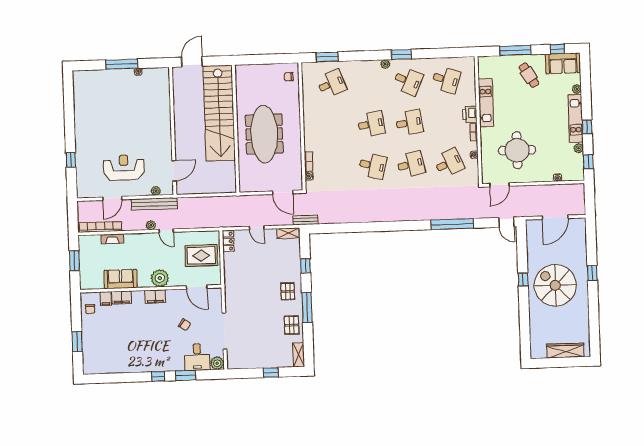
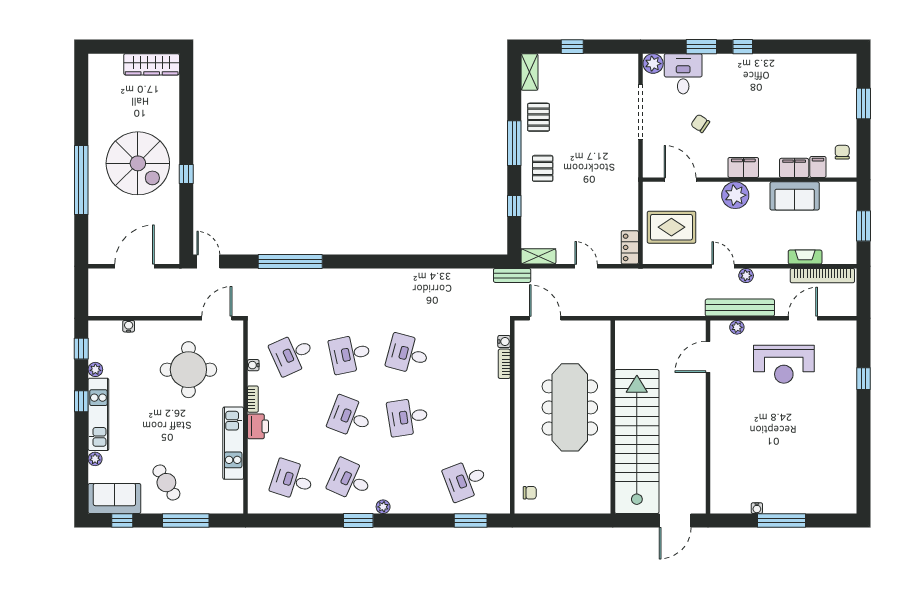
desk: (409, 123) -> (350, 417), turned 30
window: (592, 273) -> (81, 180), width x3.17
wardrobe: (565, 351) -> (152, 64), moved

